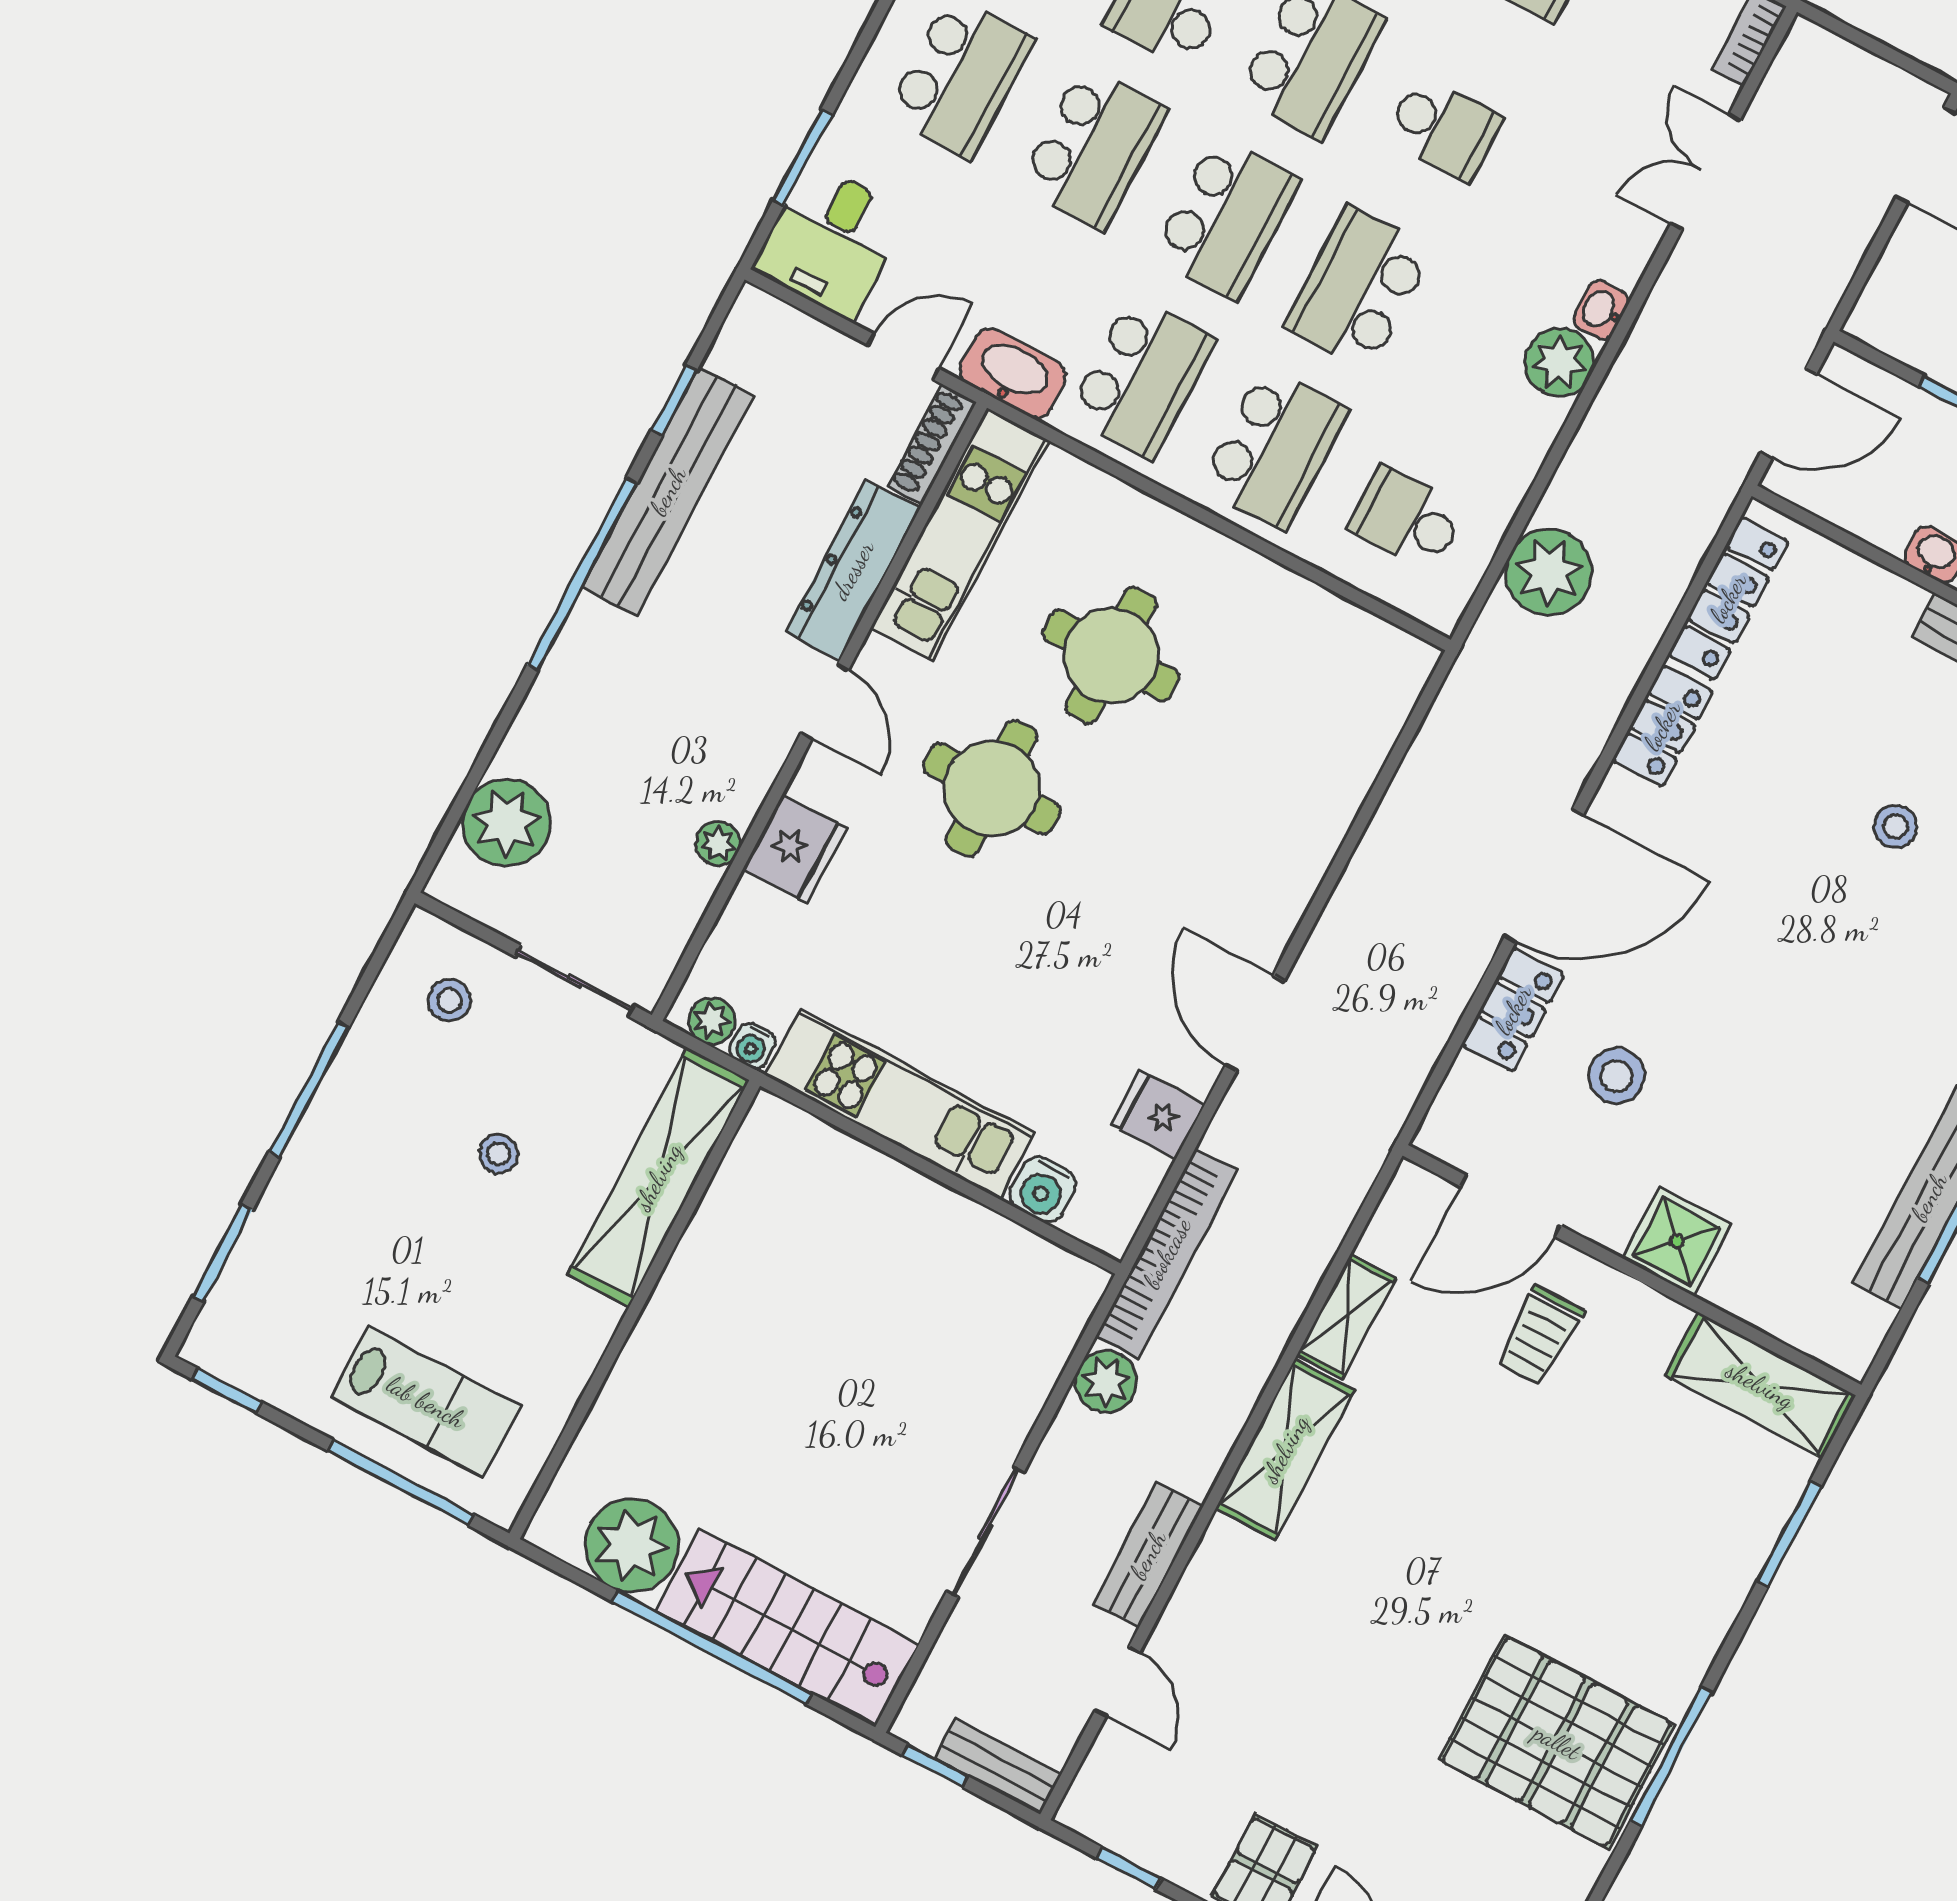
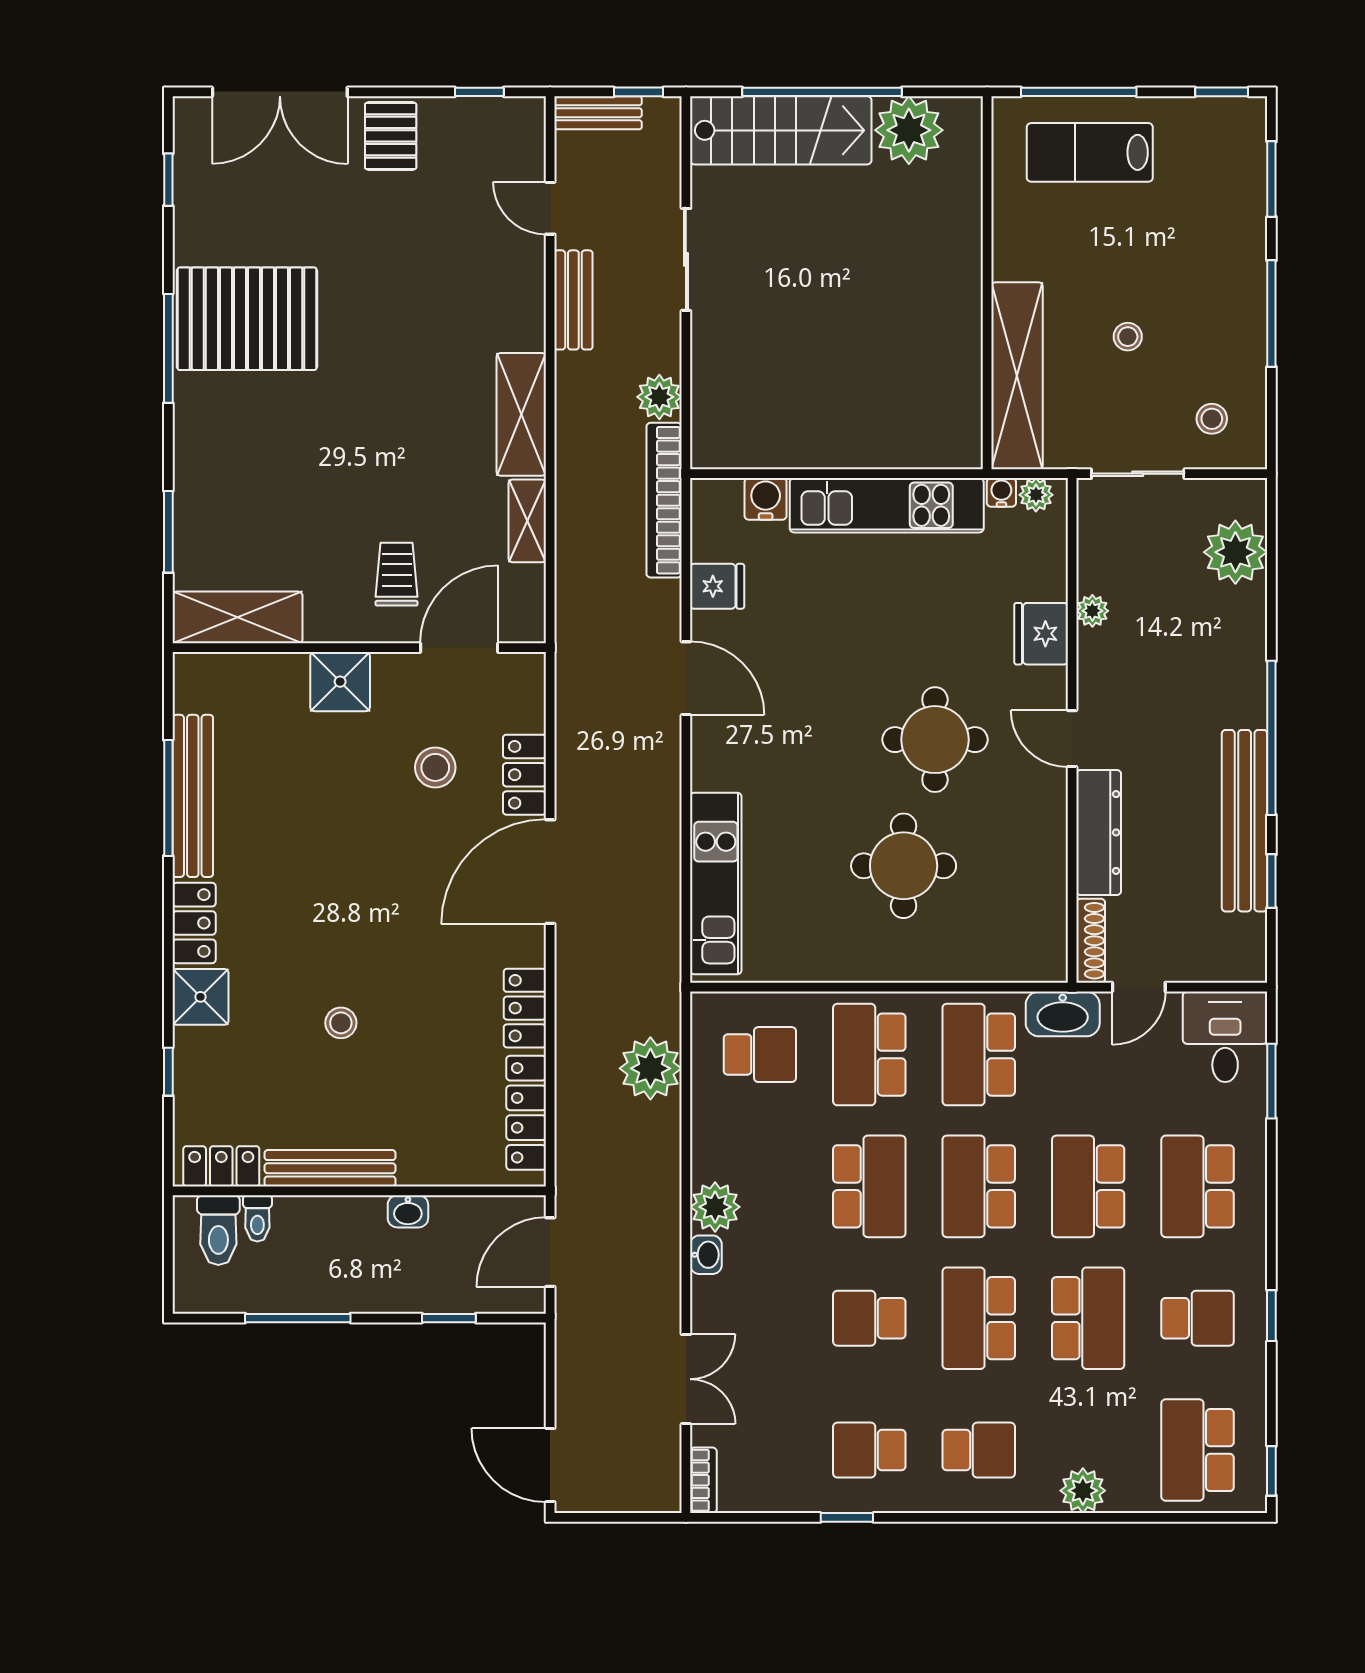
kitchen unit: (960, 534) -> (716, 884), moved, turned 180

